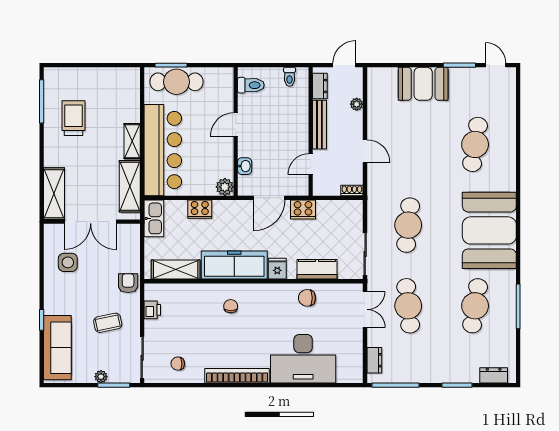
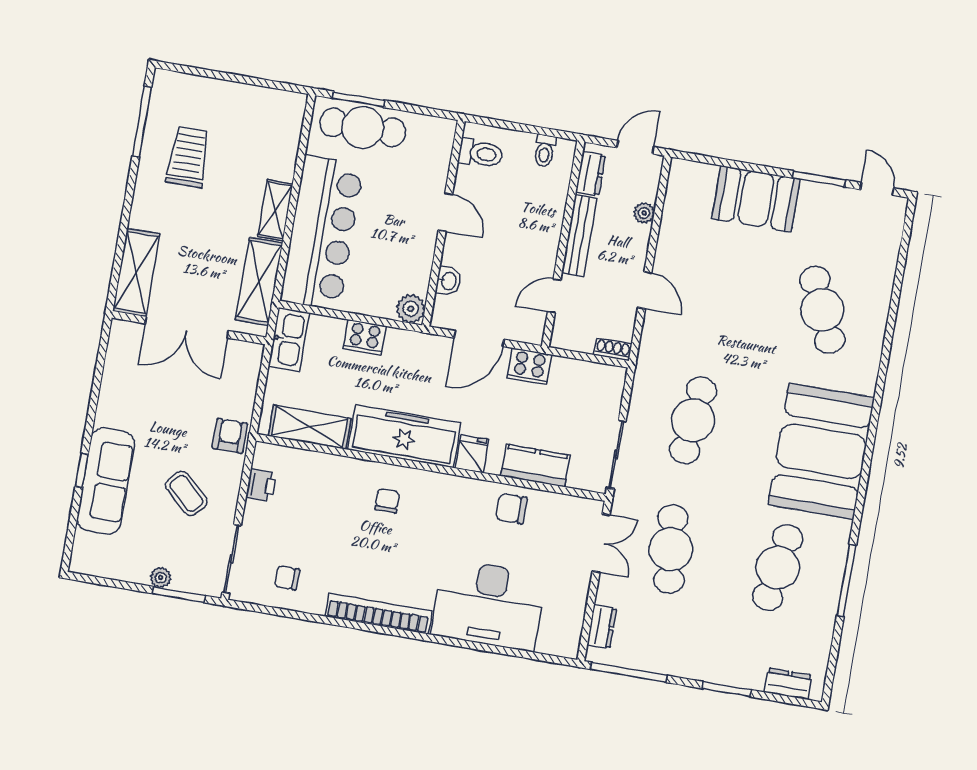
door: (236, 125) -> (445, 212), swing flipped
cafe table: (475, 144) -> (822, 310), turned -33
side table: (68, 262) -> (139, 386), removed
coffee table: (108, 323) -> (186, 493), turned 55
sofa: (57, 348) -> (106, 481), moved

